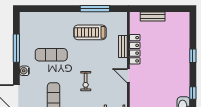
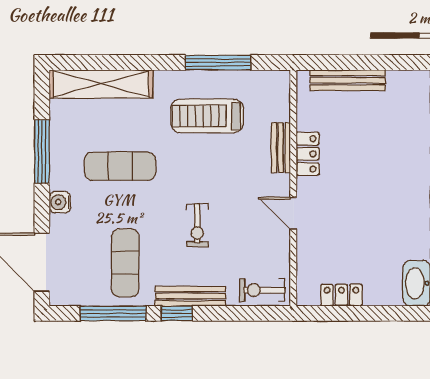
bench: (153, 16) -> (348, 80), width x1.36
shelving: (43, 18) -> (101, 84), added
locker: (135, 49) -> (308, 154), width x0.66

